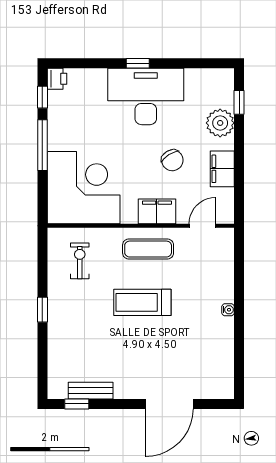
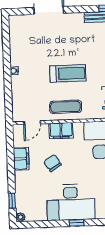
plant: (220, 123) -> (21, 217), moved, width x0.53, depth x0.53

